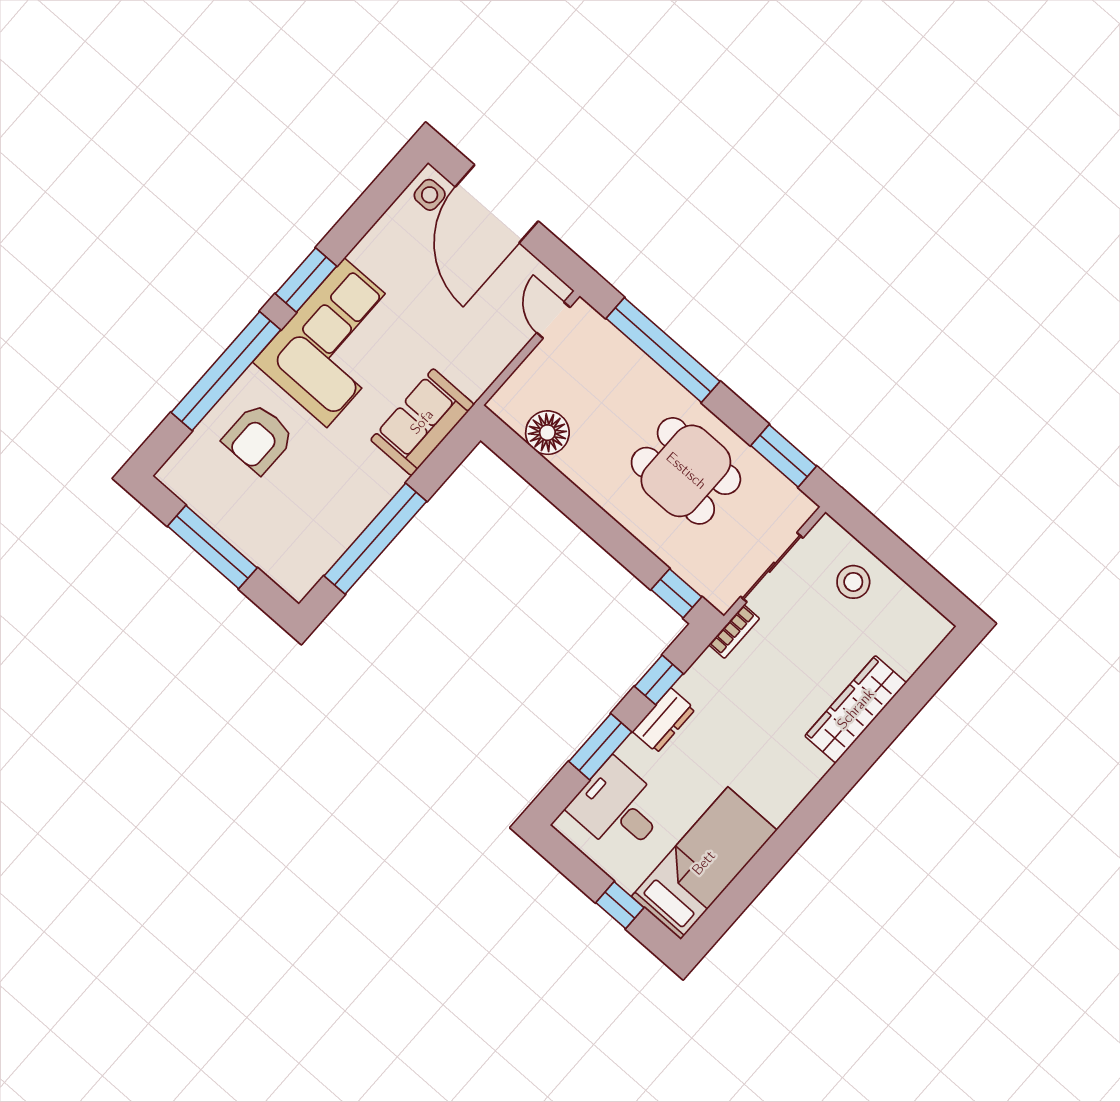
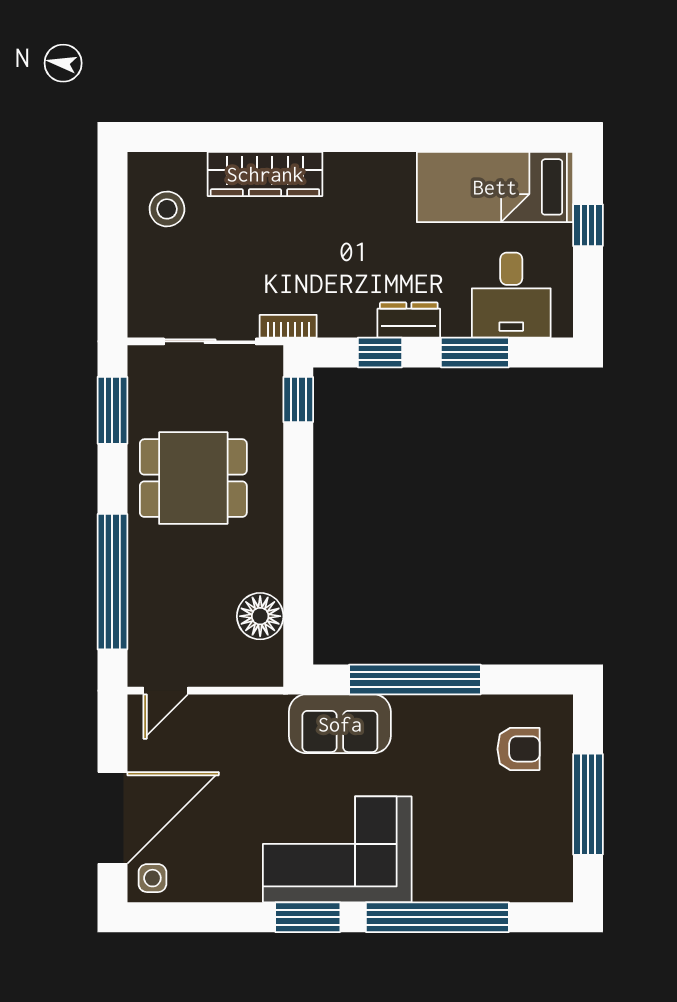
armchair: (258, 438) -> (519, 749), moved, width x0.72, depth x0.72
dining table: (686, 471) -> (193, 478), turned 90
window: (375, 539) -> (415, 679), moved
stool: (853, 582) -> (167, 209), moved

